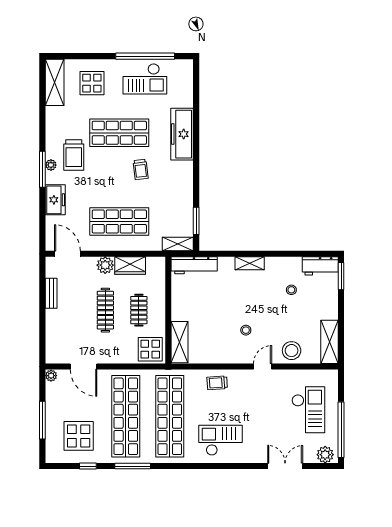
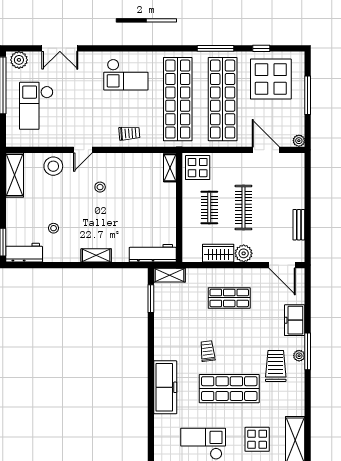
shop shelf: (119, 222) -> (229, 298), width x0.70, depth x0.74
shelving: (180, 342) -> (170, 168), width x0.67, depth x0.75
display table: (79, 436) -> (271, 79), width x1.36, depth x1.36

